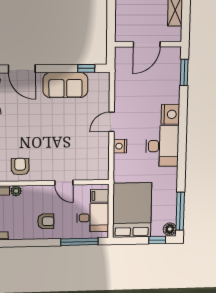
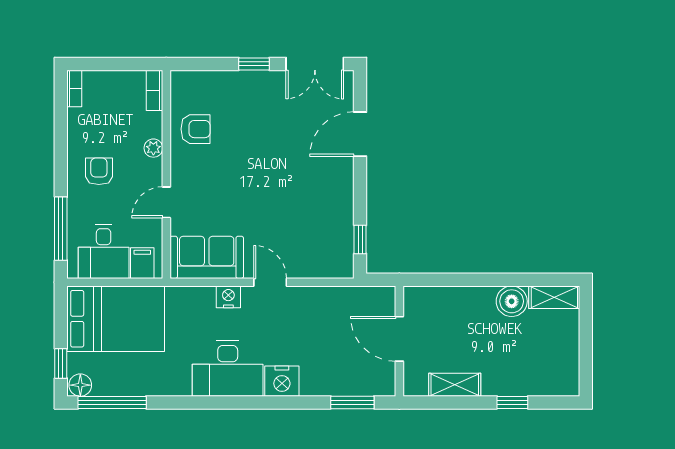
sofa: (65, 85) -> (207, 257), moved, turned 90
plant: (16, 191) -> (153, 148), moved
armchair: (46, 221) -> (99, 171), turned 180

